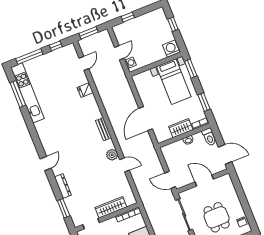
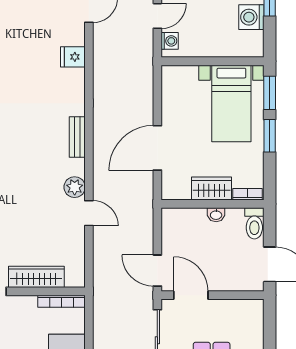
washing machine: (171, 49) -> (251, 17), moved, turned -90
window: (204, 102) -> (270, 136), moved
door: (204, 181) -> (191, 295), moved

